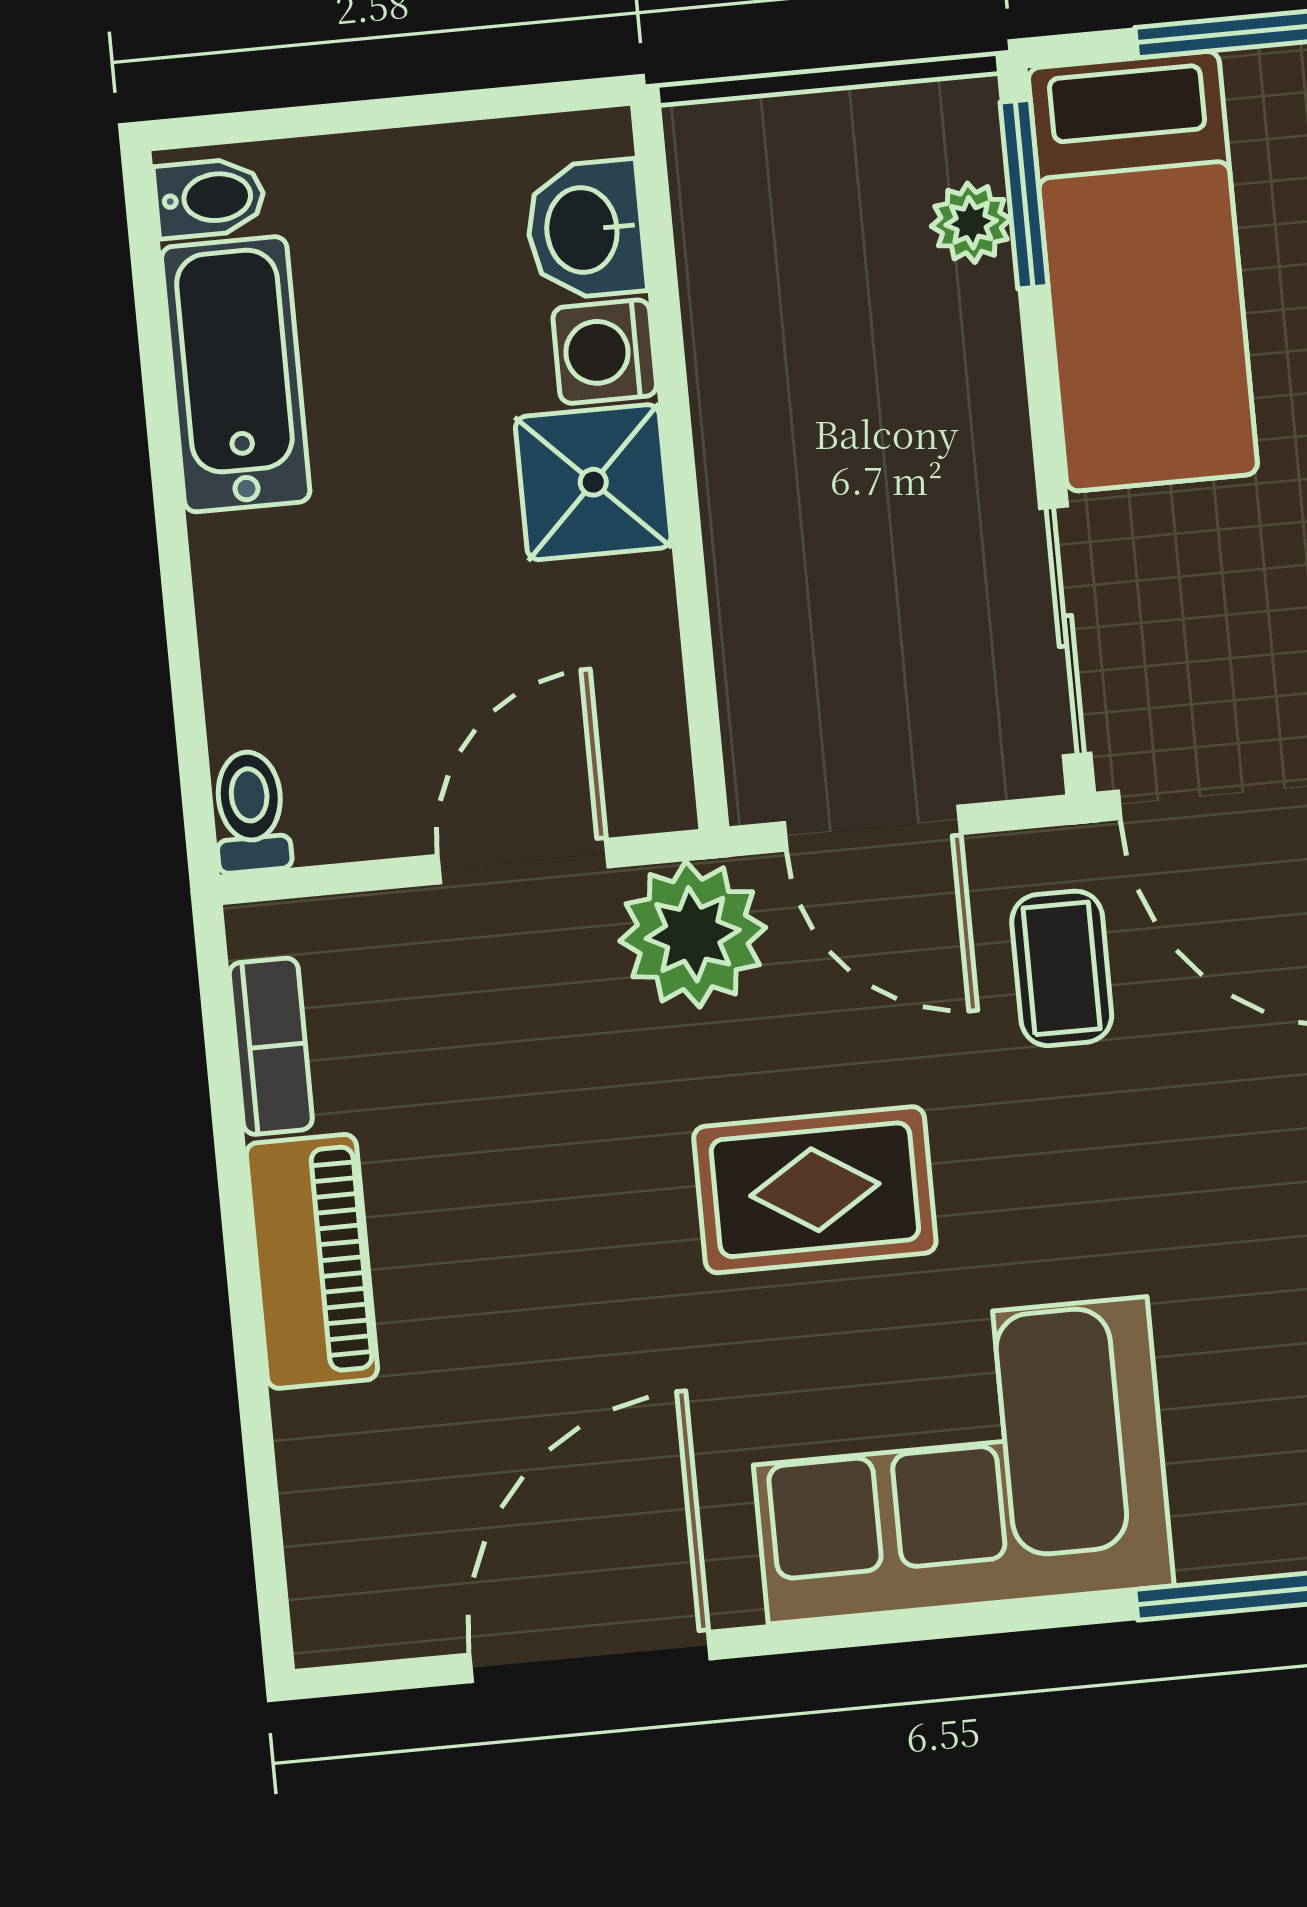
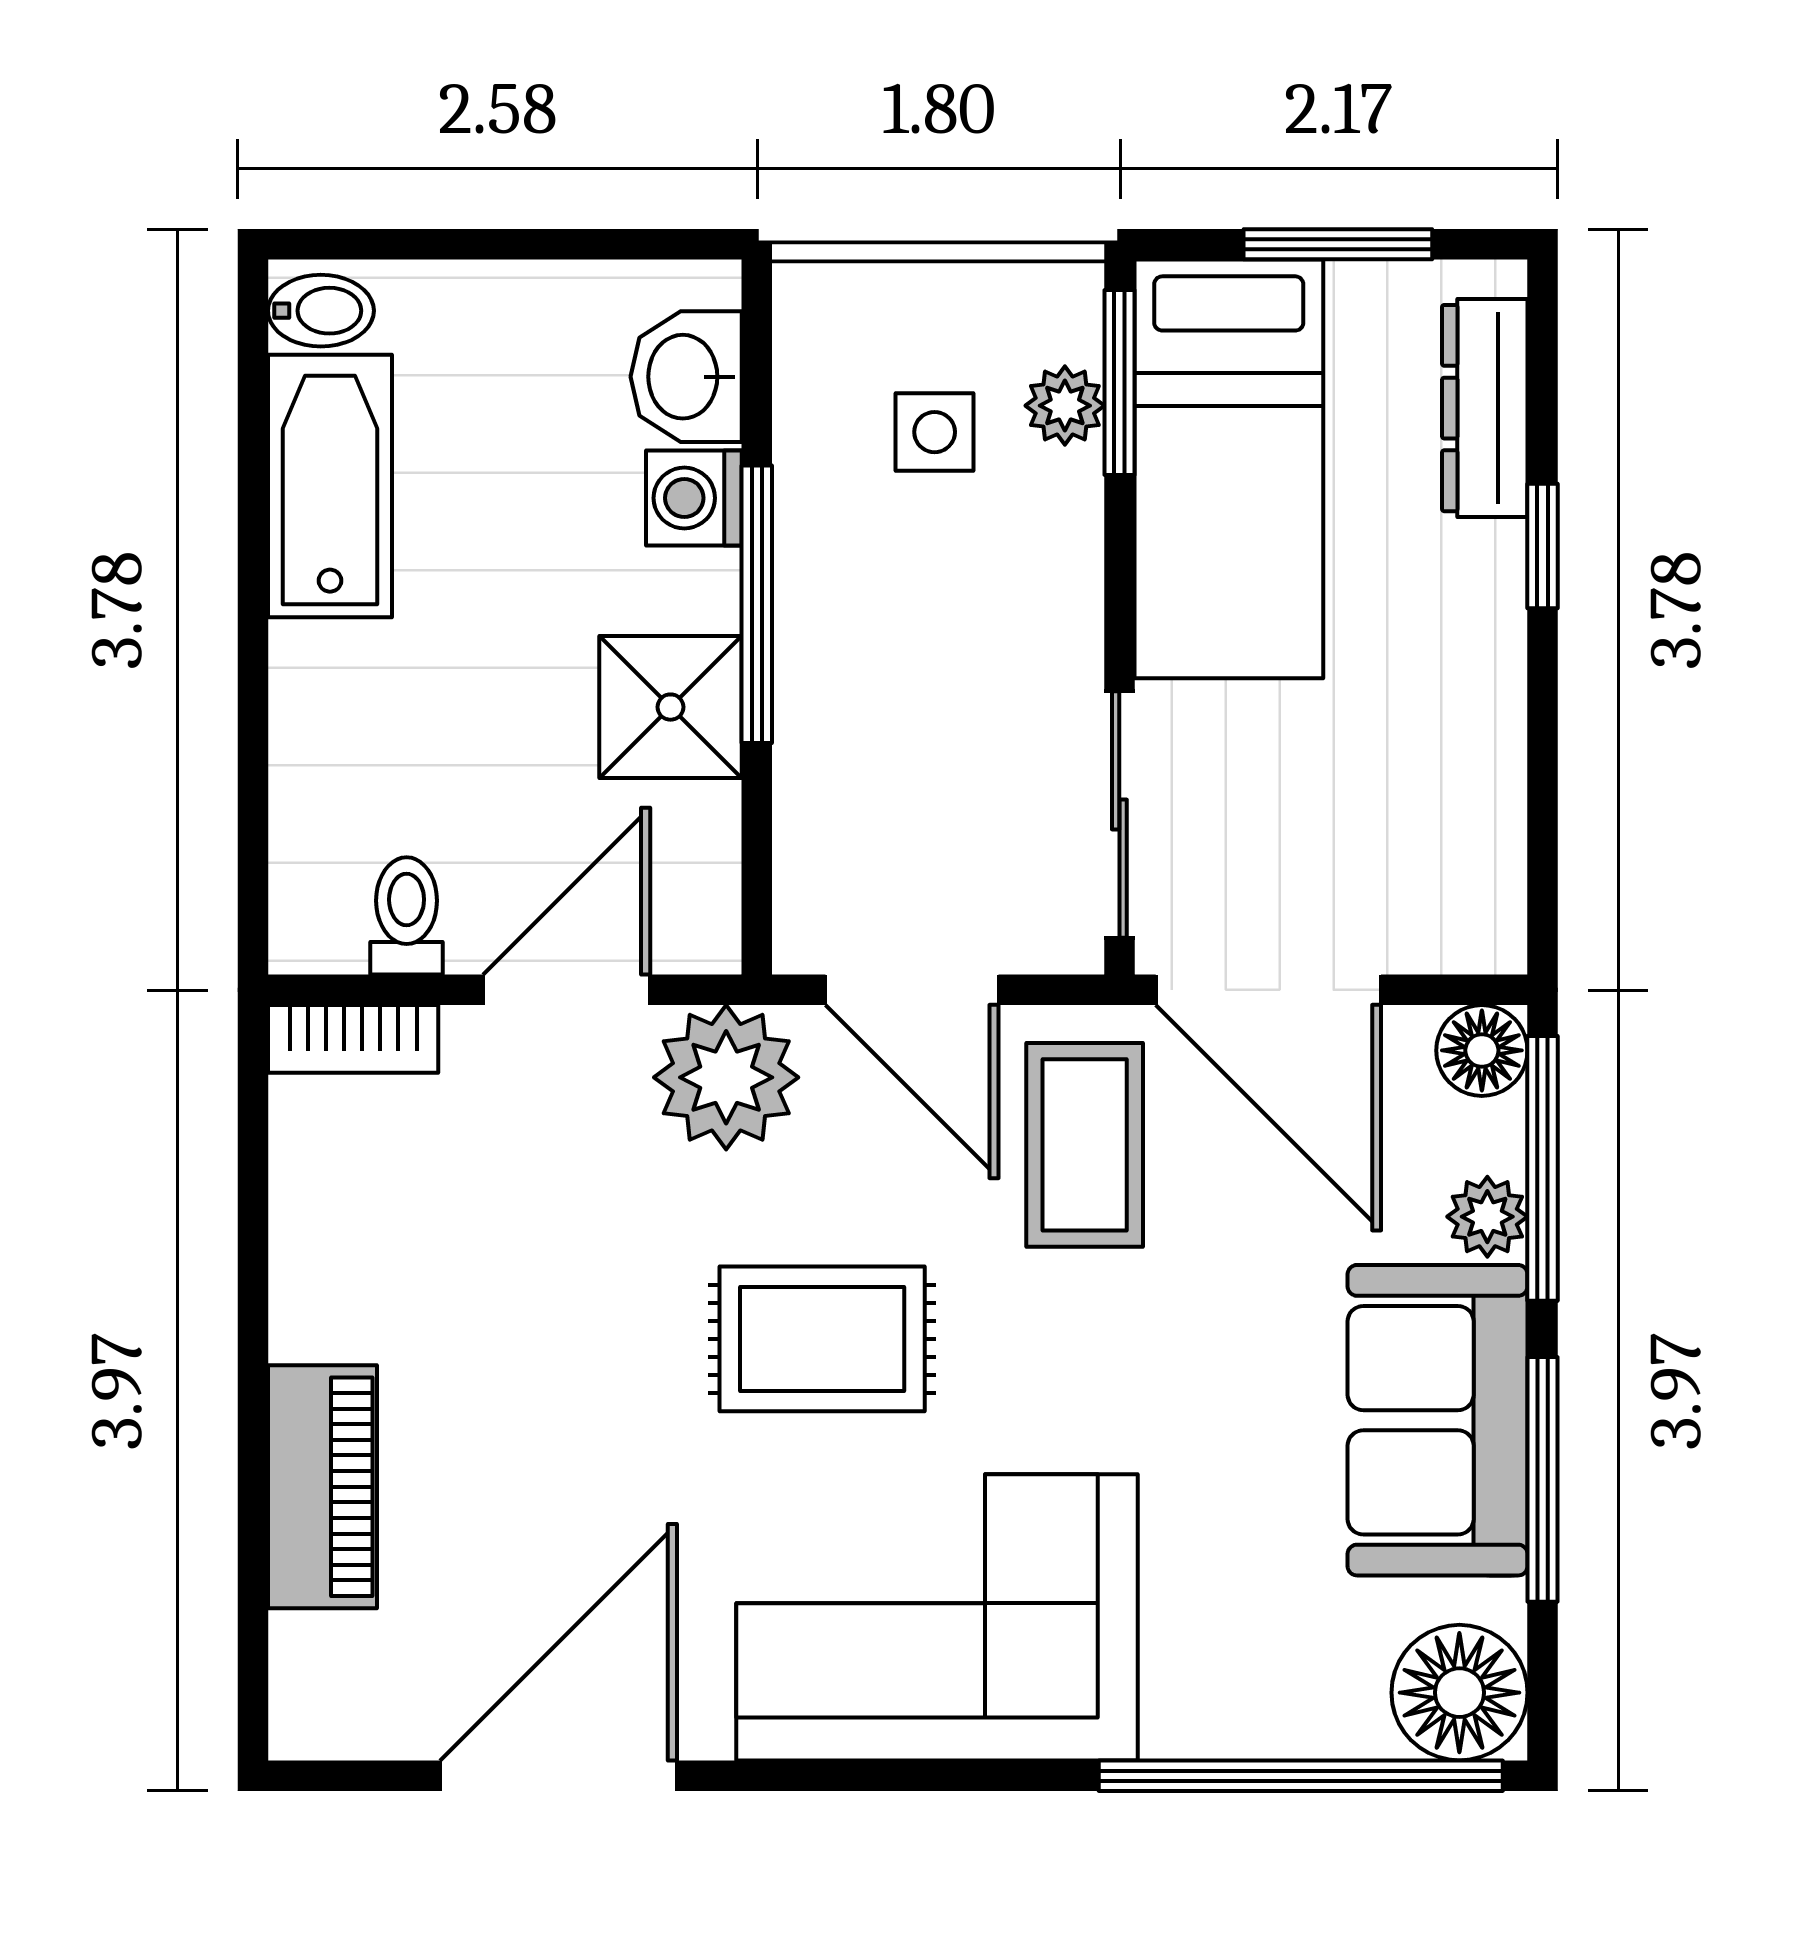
side table: (842, 262) -> (935, 432), added
window: (678, 453) -> (757, 604), added
shower: (593, 482) -> (670, 707), moved
toilet: (251, 812) -> (407, 916), moved
coffee table: (1062, 968) -> (1085, 1145), width x1.36, depth x1.30
bookcase: (271, 1046) -> (353, 1039), moved, turned 90
piano: (312, 1261) -> (322, 1487), moved

